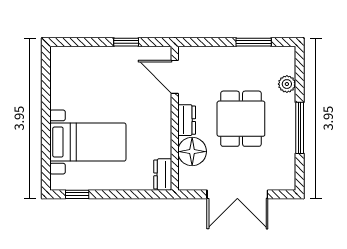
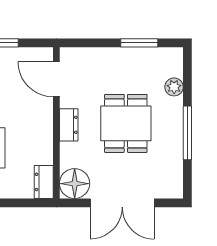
floor lamp: (192, 152) -> (75, 184), moved

